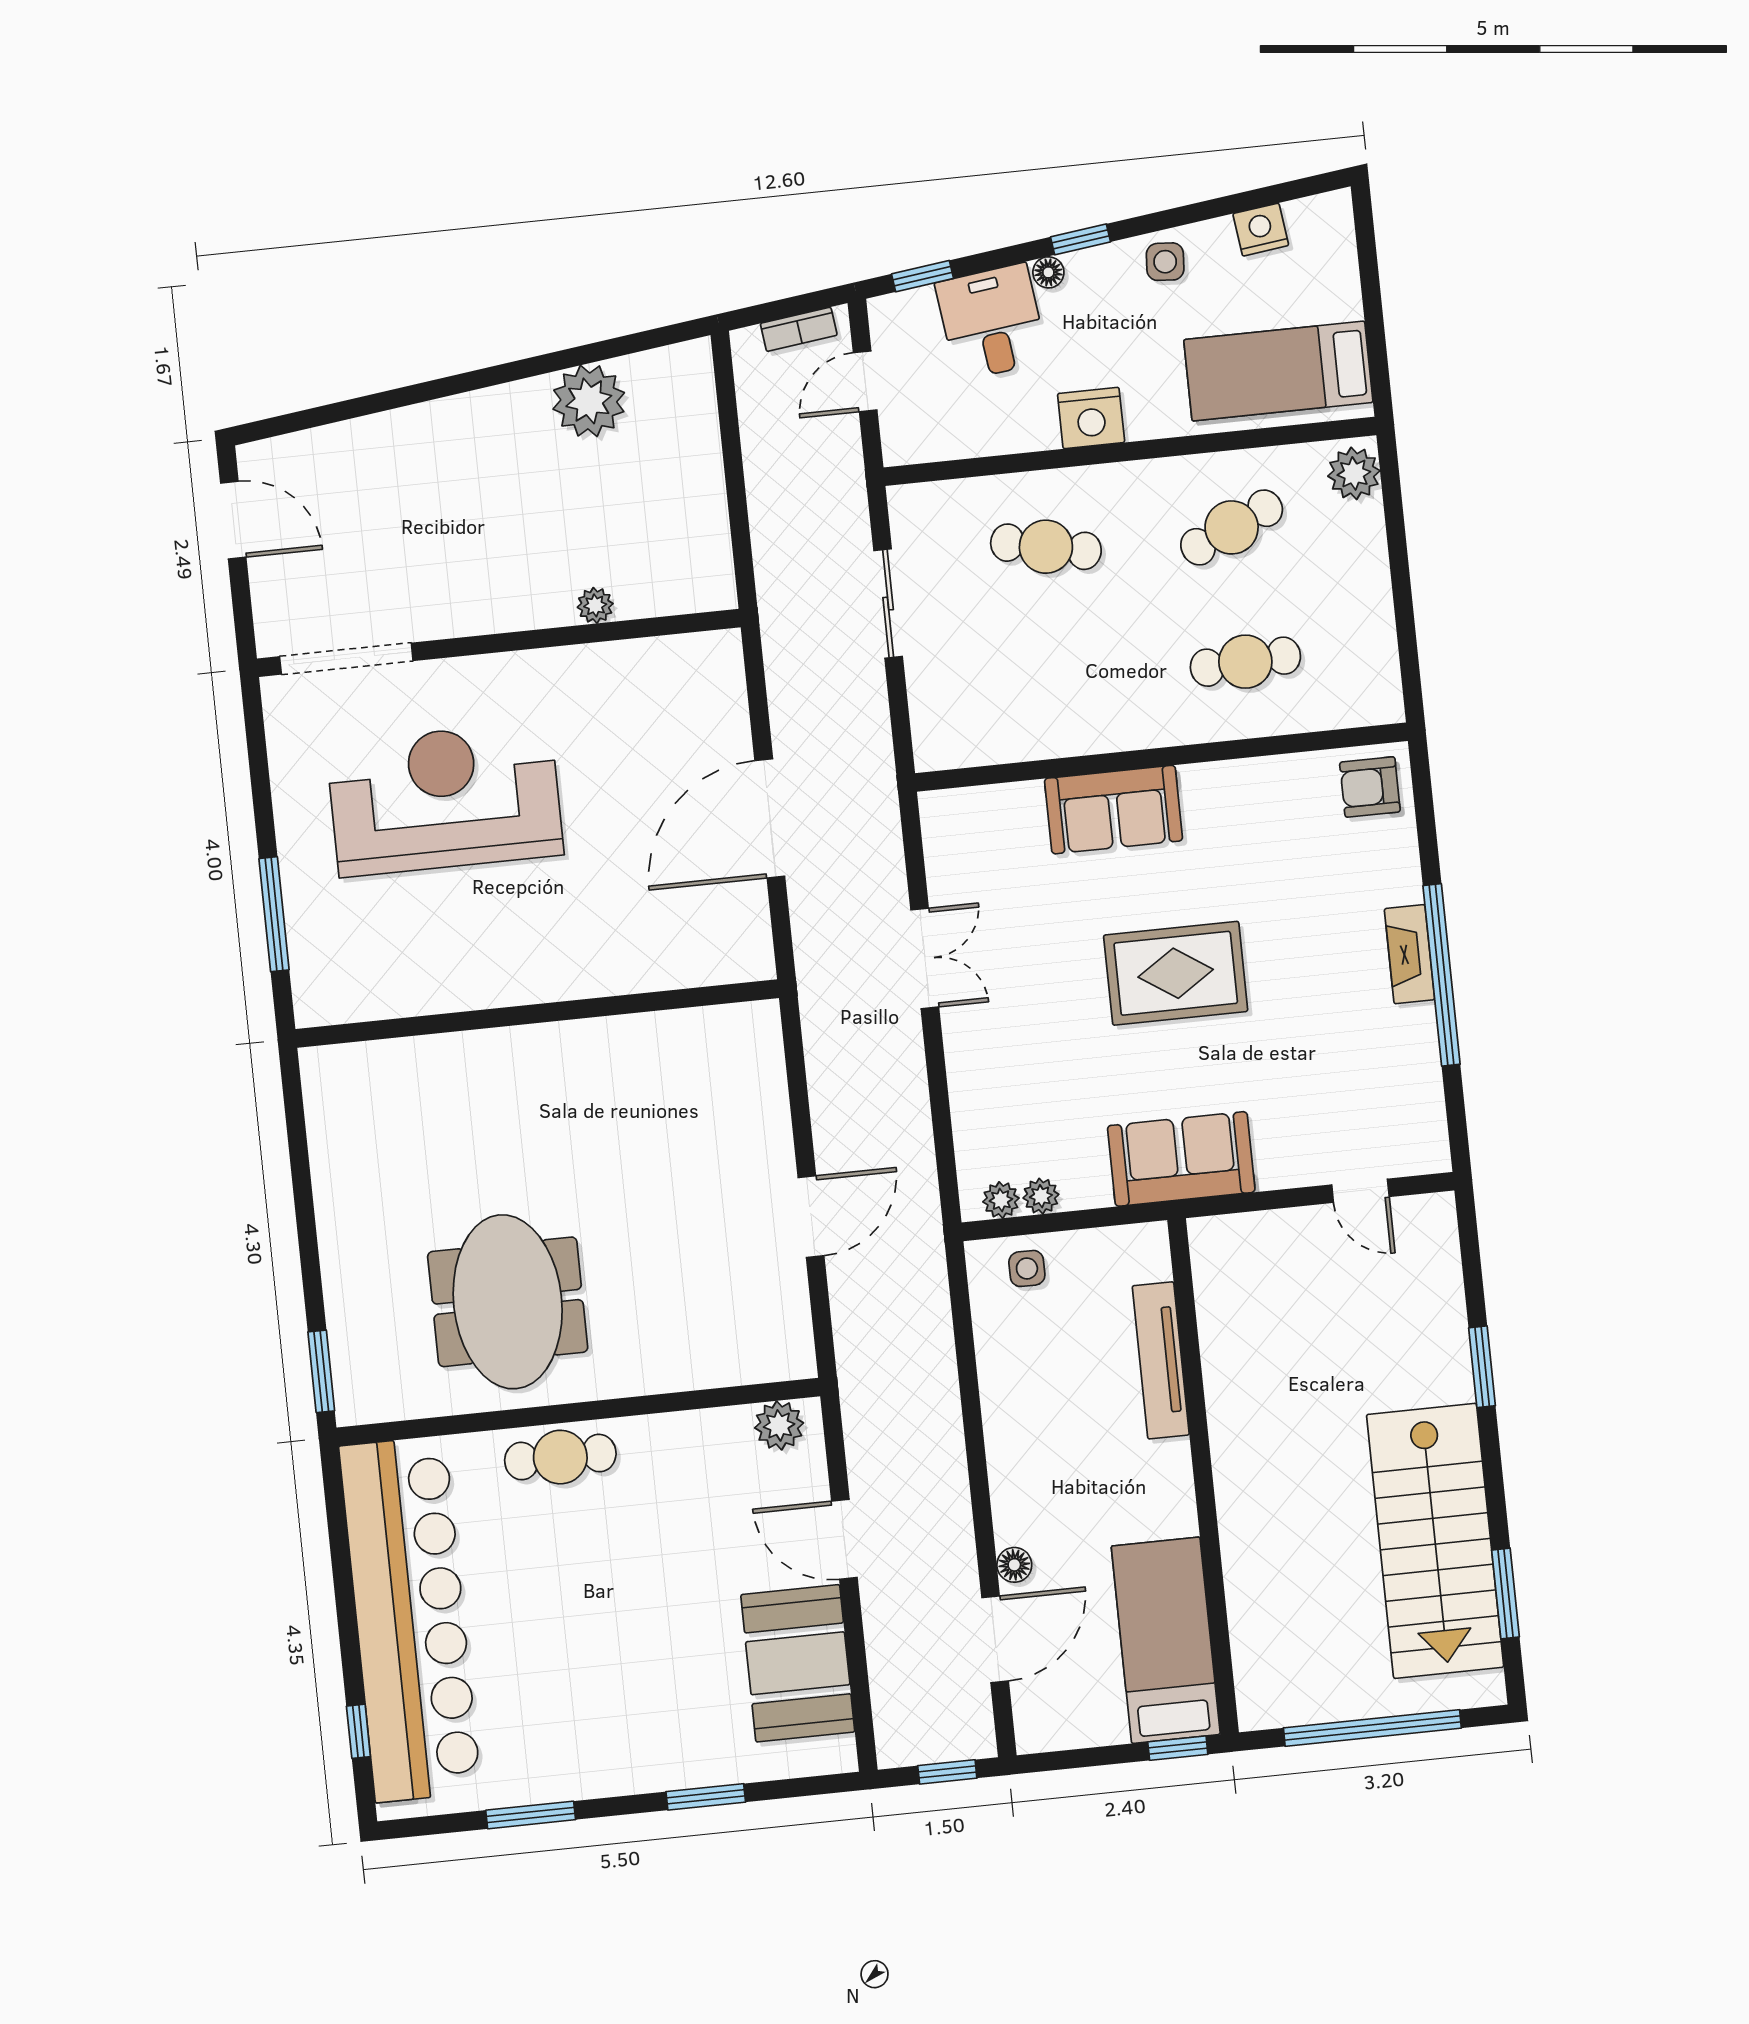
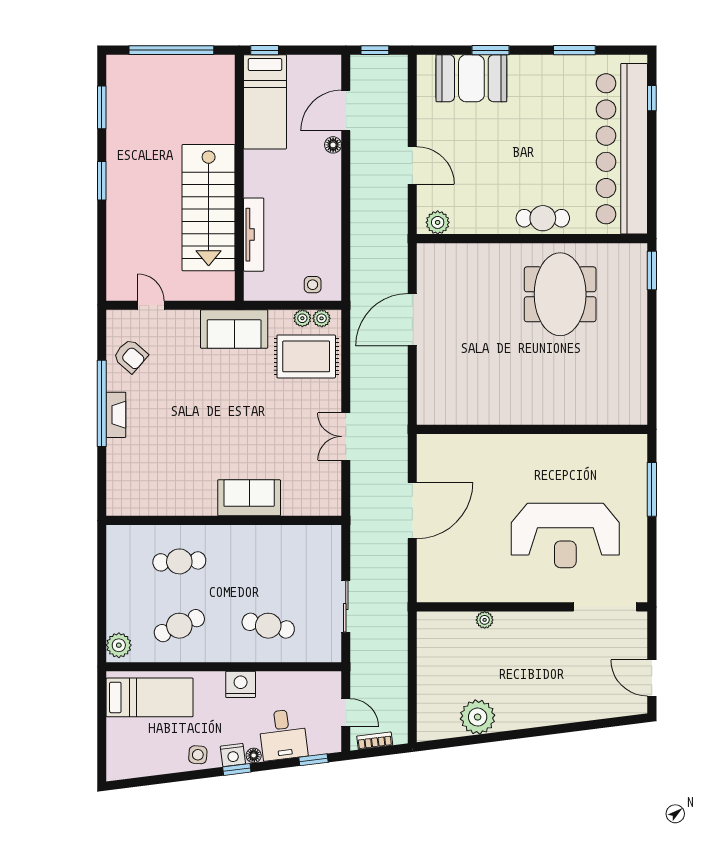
nightstand: (1261, 230) -> (233, 755), moved
door: (865, 381) -> (346, 713), hinge flipped
armchair: (1370, 787) -> (130, 356), moved, turned 41
rug: (1176, 973) -> (306, 356), moved
door: (811, 1217) -> (412, 320), width x1.36
window: (1482, 1367) -> (102, 181), moved
stairs: (1435, 1541) -> (209, 208), moved, turned 180
booth: (798, 1663) -> (471, 78), moved, turned 90

